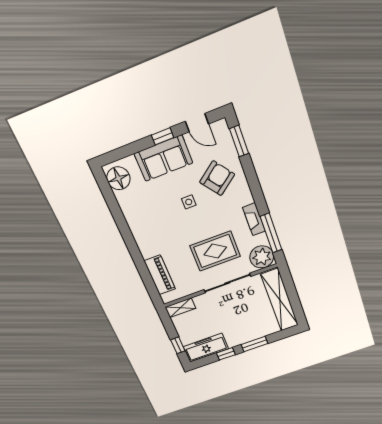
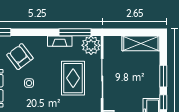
shelving: (280, 300) -> (141, 43), width x0.68

